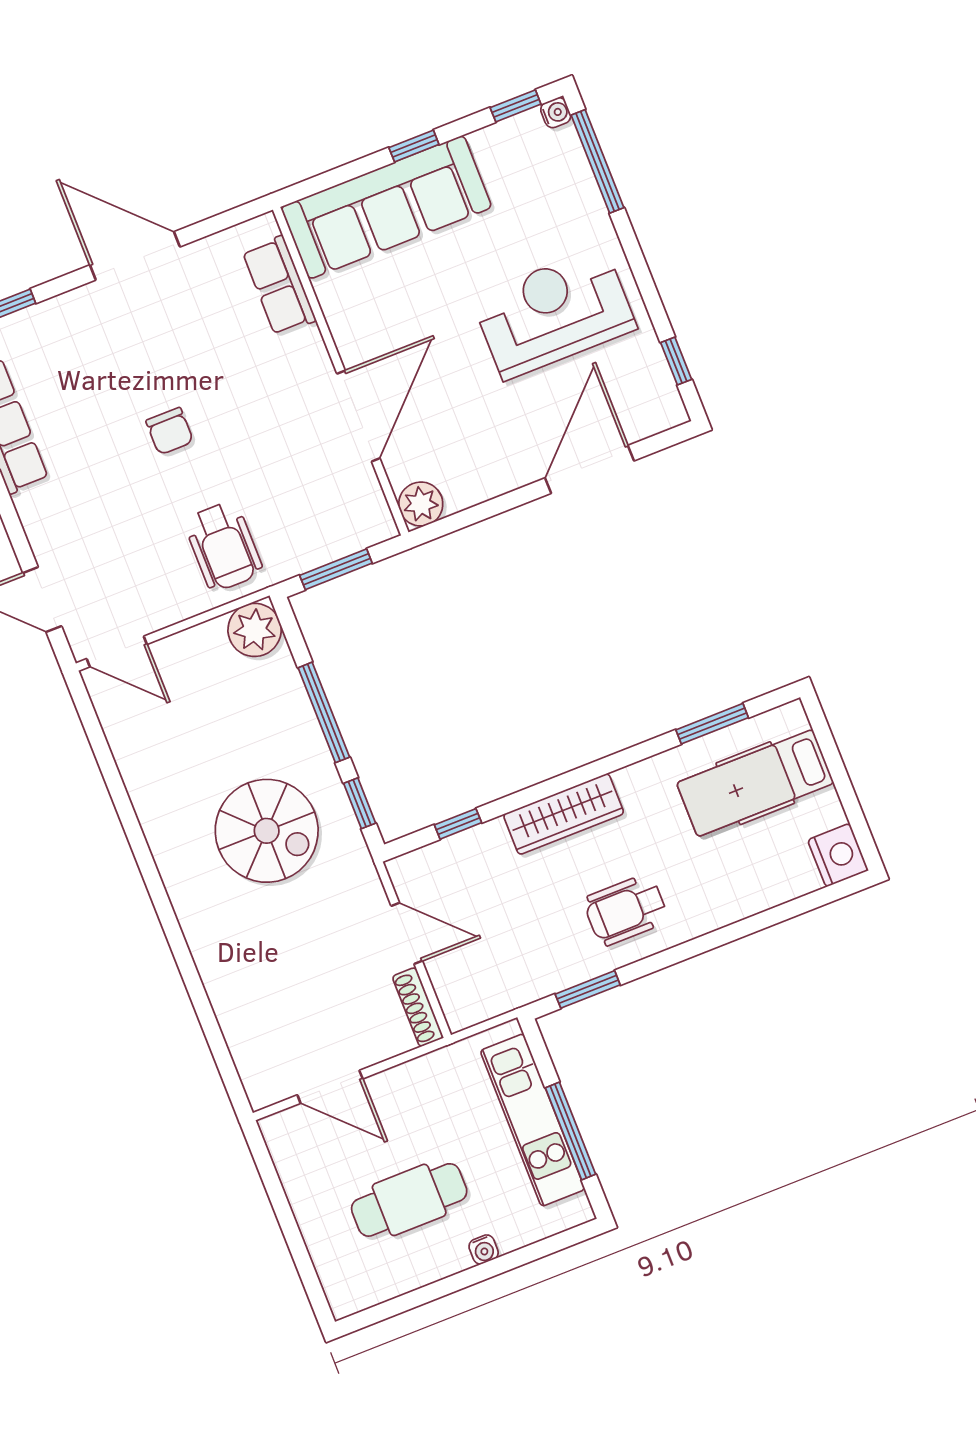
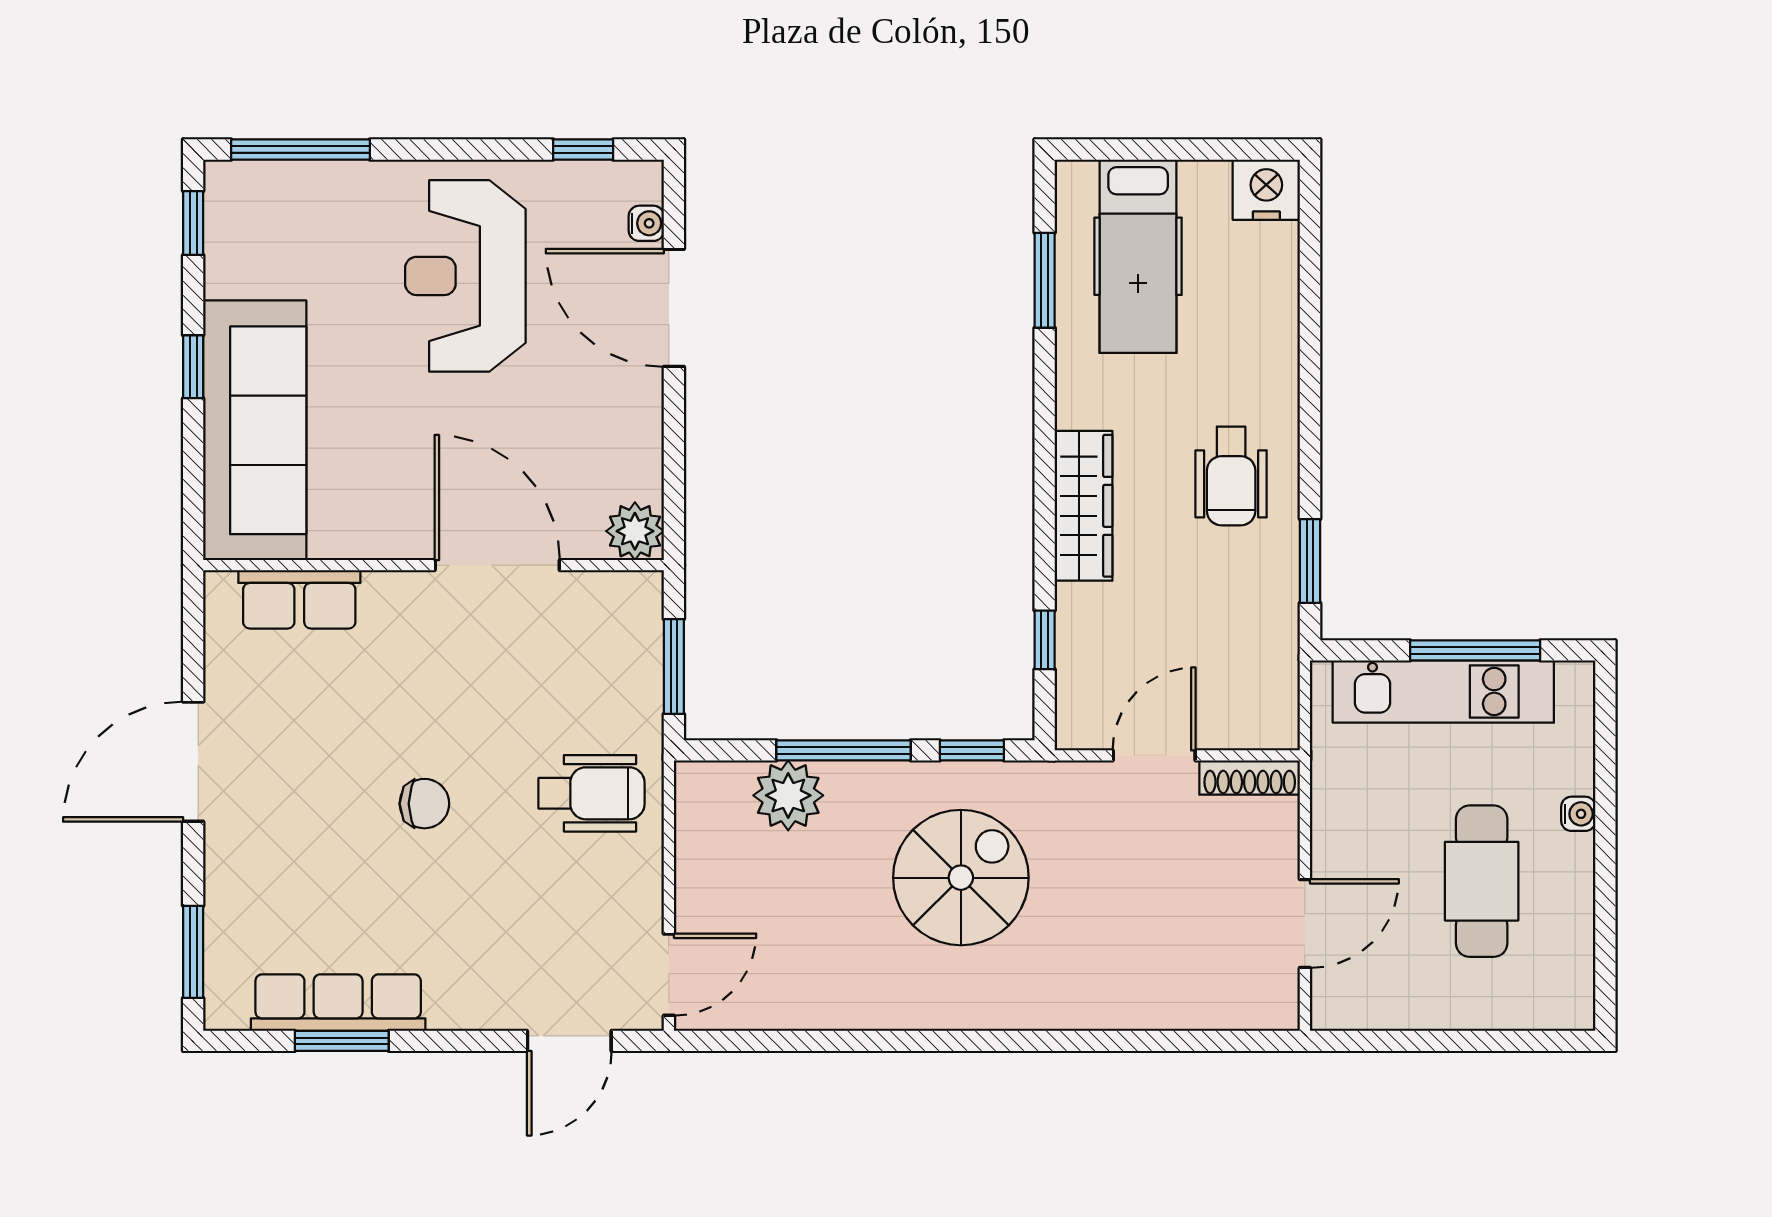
water cooler: (556, 113) -> (646, 223), moved, turned 90
plant: (255, 630) -> (788, 795), moved

